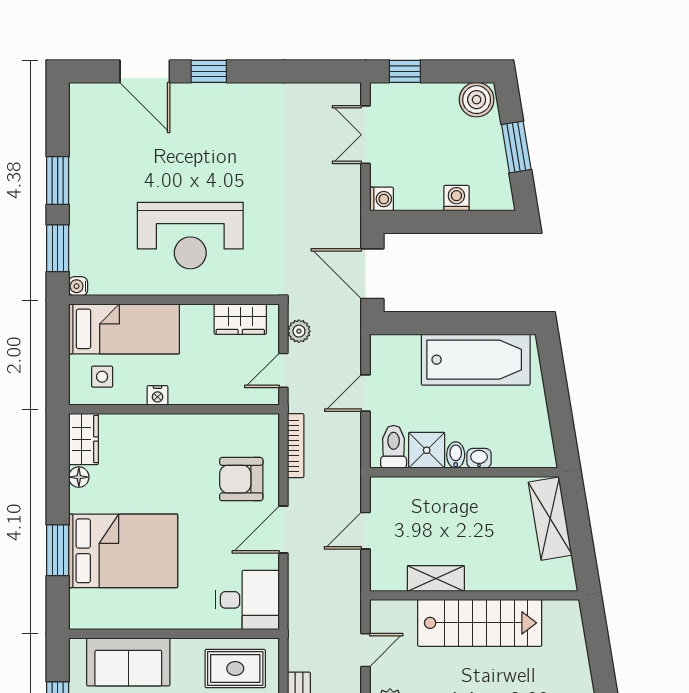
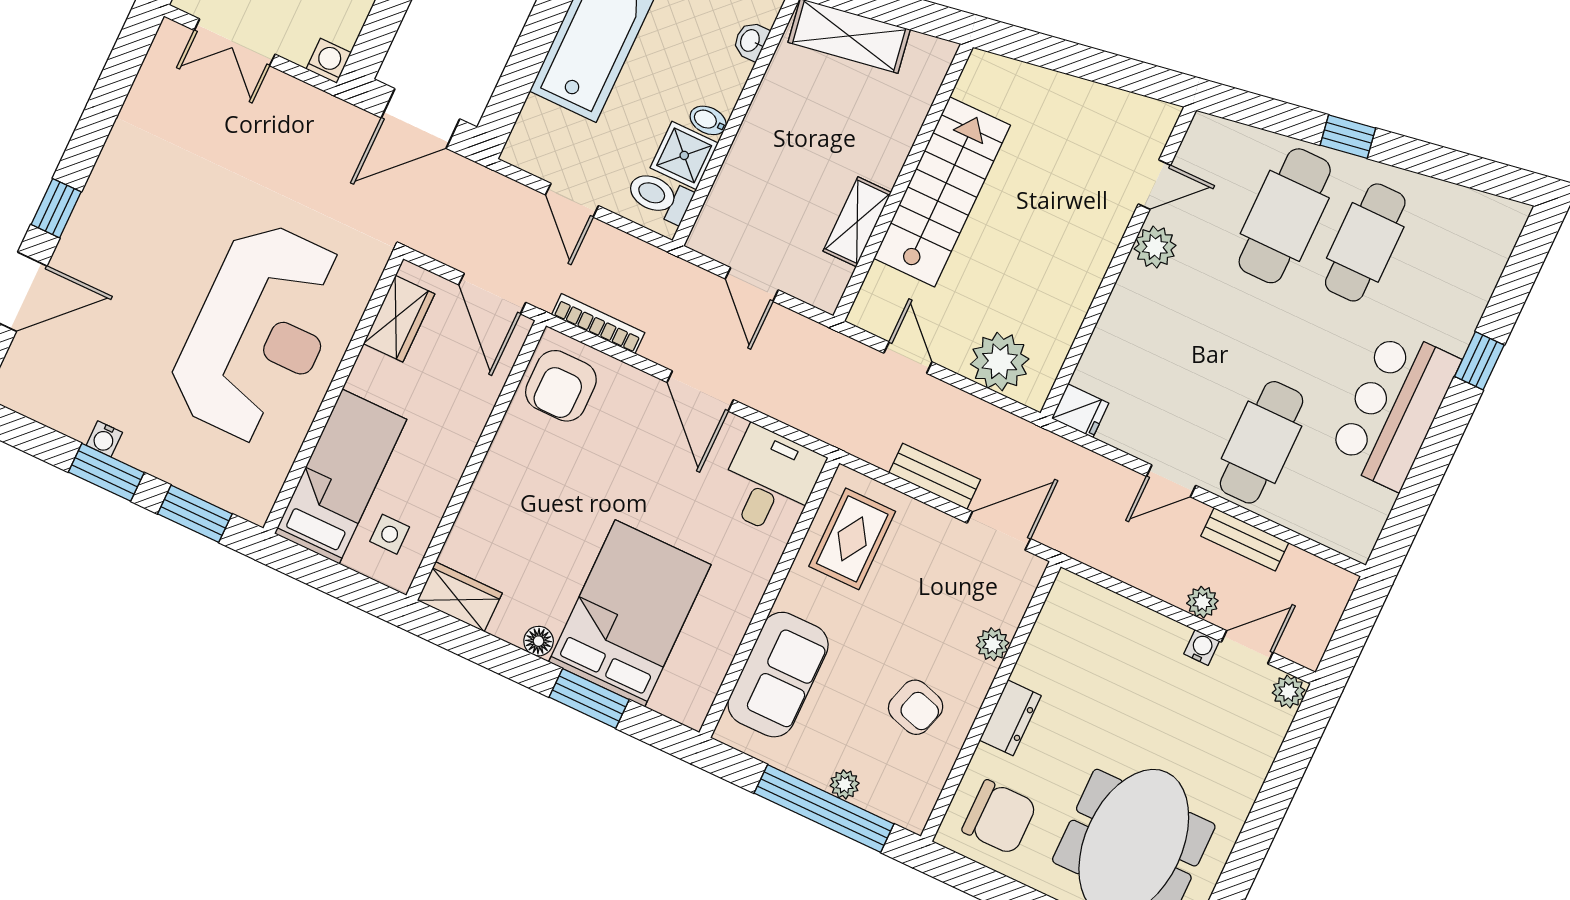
reception desk: (190, 236) -> (259, 333), width x1.36, depth x1.30
water cooler: (78, 286) -> (104, 439), moved
plant: (299, 331) -> (451, 249), removed
door: (283, 370) -> (492, 294), width x1.38
nightstand: (158, 395) -> (448, 473), removed
washbasin: (479, 458) -> (751, 41), moved
floor lamp: (79, 477) -> (539, 641), moved
armchair: (241, 479) -> (561, 386), moved

